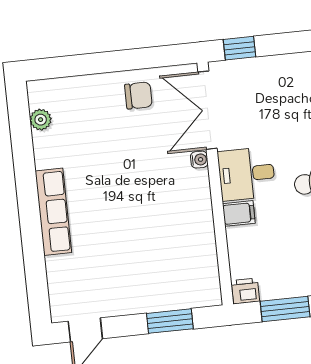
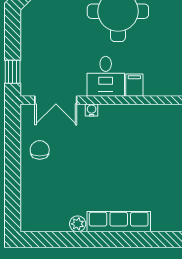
double door: (208, 110) -> (56, 100), width x0.73
plant: (41, 120) -> (78, 224), moved

